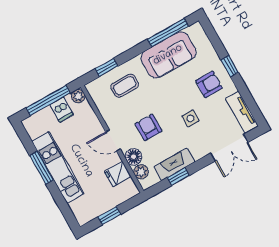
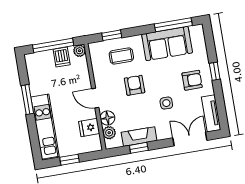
armchair: (149, 127) -> (135, 85), moved
double door: (229, 148) -> (190, 139), swing flipped
kitchen unit: (58, 167) -> (45, 127), moved

